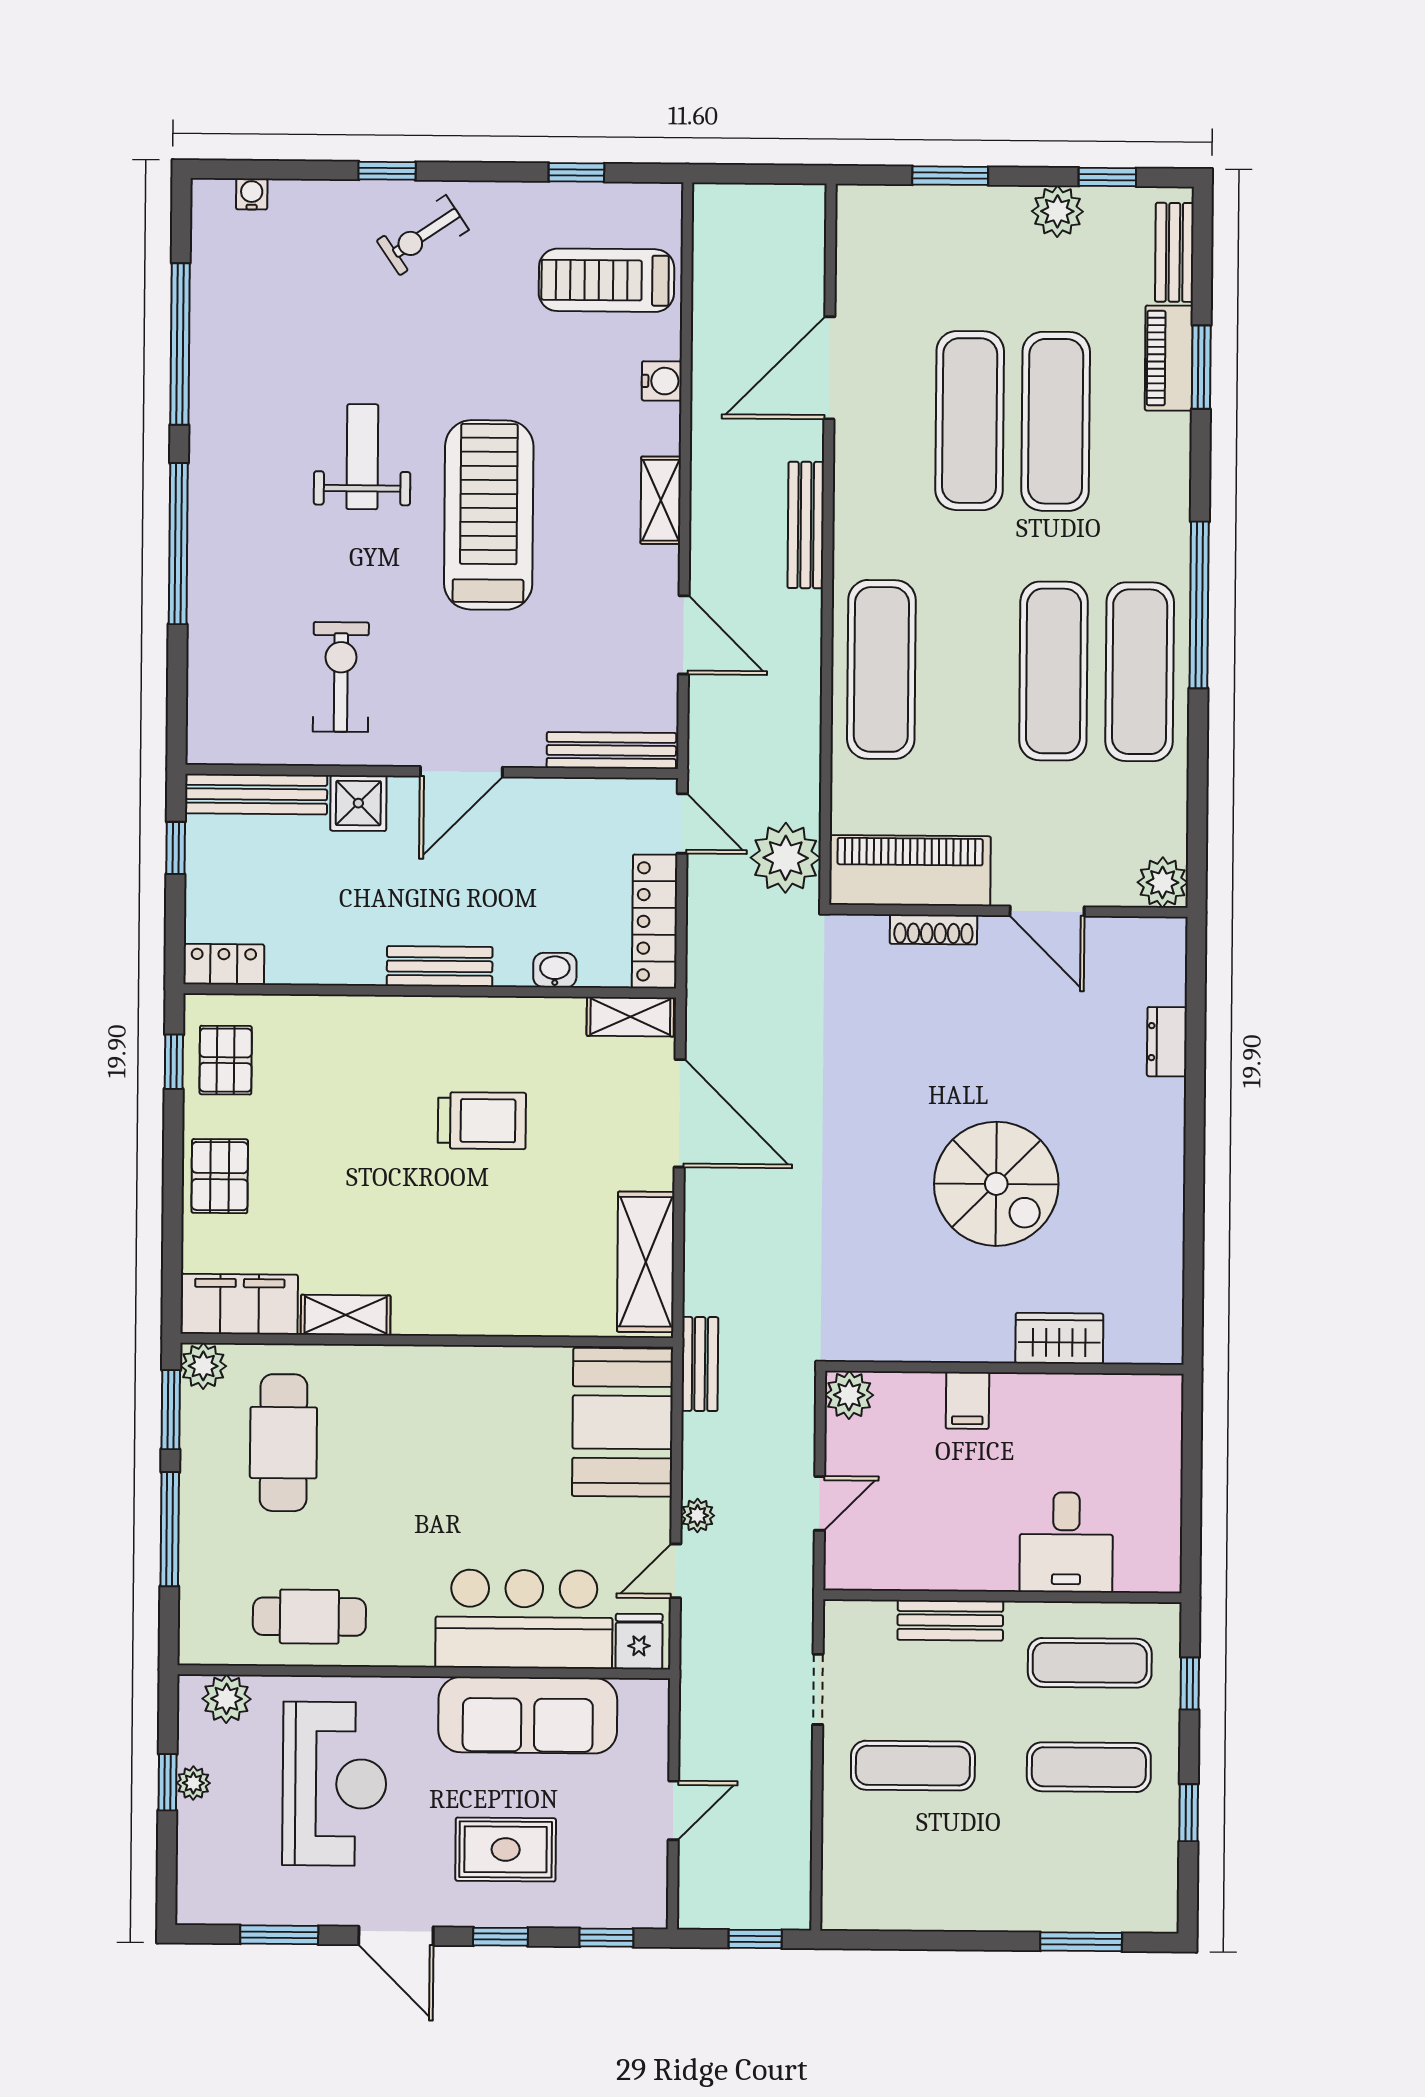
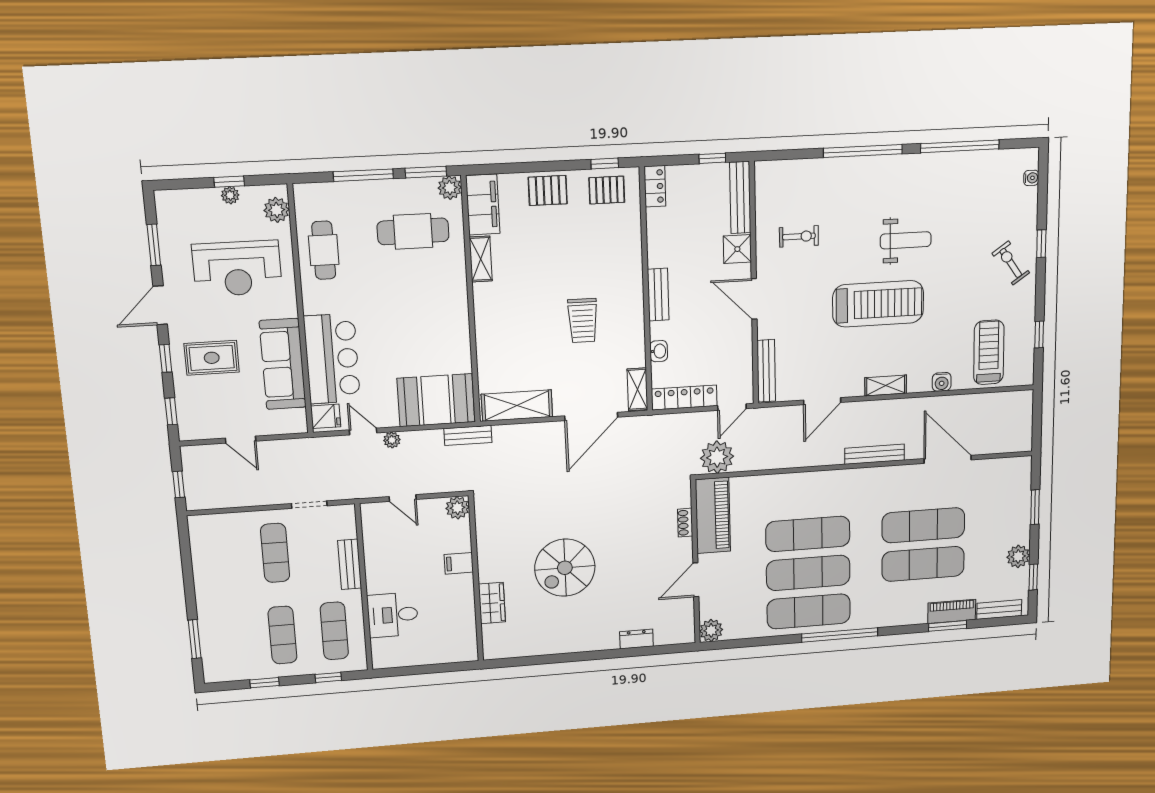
exercise mat: (881, 669) -> (808, 534), moved
exercise bike: (341, 677) -> (799, 236), width x0.73, depth x0.72
shoe rack: (933, 929) -> (685, 523), width x0.70
rug: (506, 1849) -> (212, 358), turned 90

